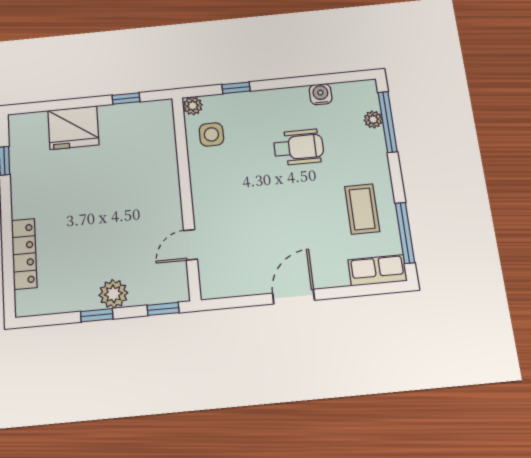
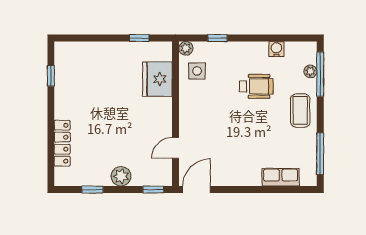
fridge: (73, 128) -> (157, 79), moved, turned 90
coffee table: (362, 209) -> (300, 111), moved
row of seats: (377, 270) -> (281, 177), moved
door: (294, 297) -> (197, 189), moved
window: (97, 315) -> (92, 189), moved

